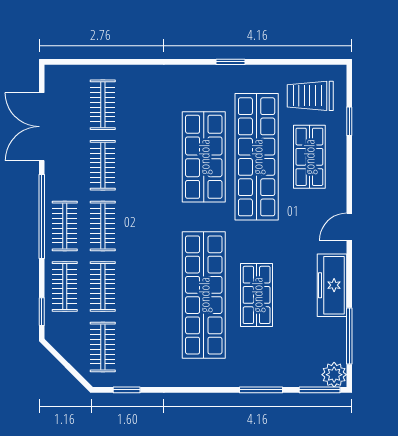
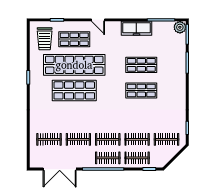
door: (349, 227) -> (98, 20), moved
shop shelf: (204, 295) -> (141, 90), width x0.50, depth x0.74

